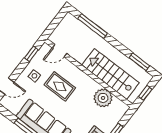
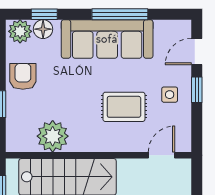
window: (31, 54) -> (197, 90), moved

